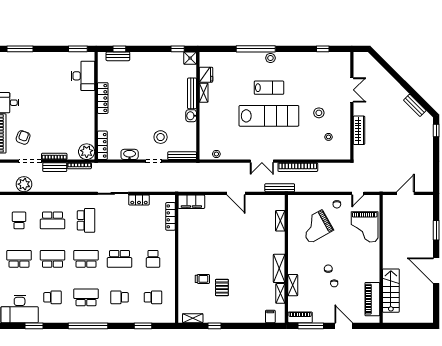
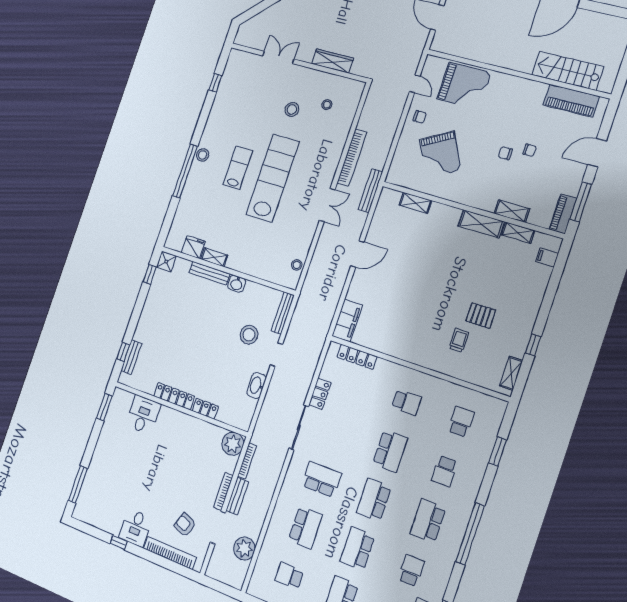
desk: (83, 76) -> (143, 415), width x0.73
locker: (102, 145) -> (205, 409), moved, width x0.66

